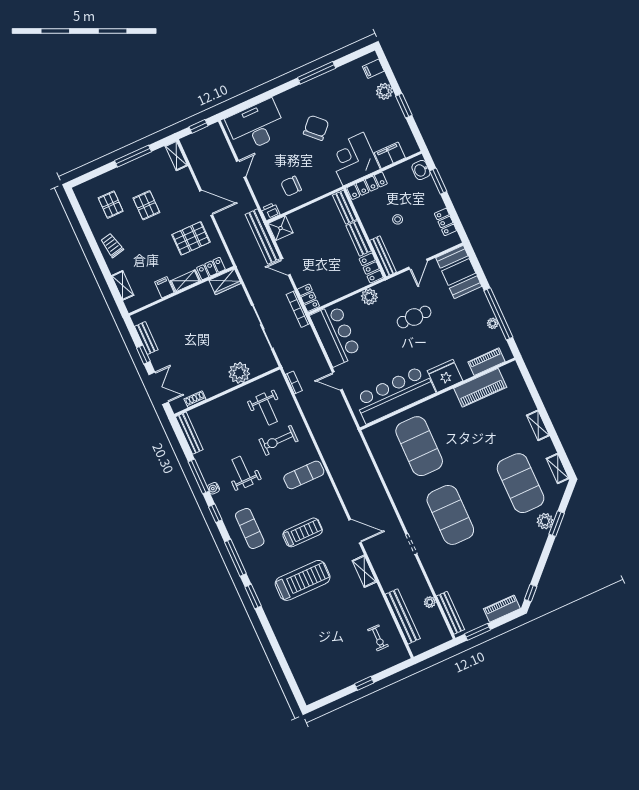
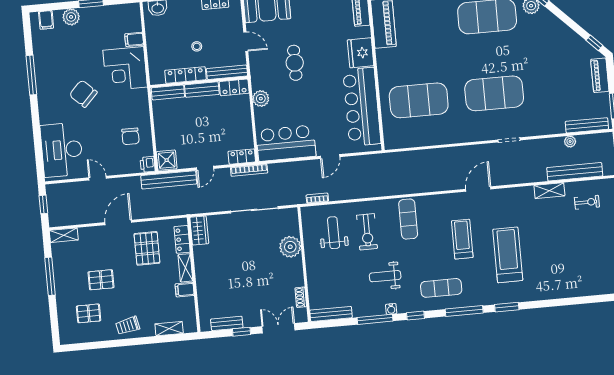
filing cabinet: (390, 155) -> (134, 39), width x0.50
locker: (367, 186) -> (185, 75), moved, turned -90
weight bench: (267, 409) -> (334, 233), turned -90
shelving: (364, 571) -> (549, 191), moved

